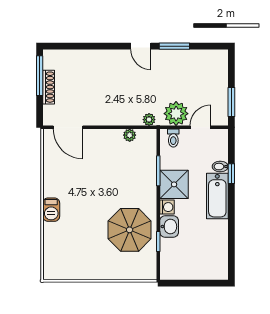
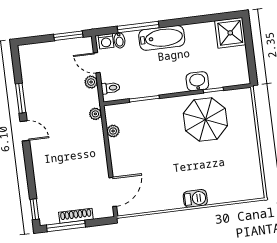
window: (61, 46) -> (34, 209), added
door: (141, 46) -> (25, 131), hinge flipped
plant: (176, 114) -> (91, 82), width x0.53, depth x0.53
bidet: (220, 167) -> (119, 40), moved
window: (231, 174) -> (138, 27), width x2.17
shower: (174, 184) -> (230, 33), moved
washing machine: (167, 207) -> (106, 41), moved, turned 180

